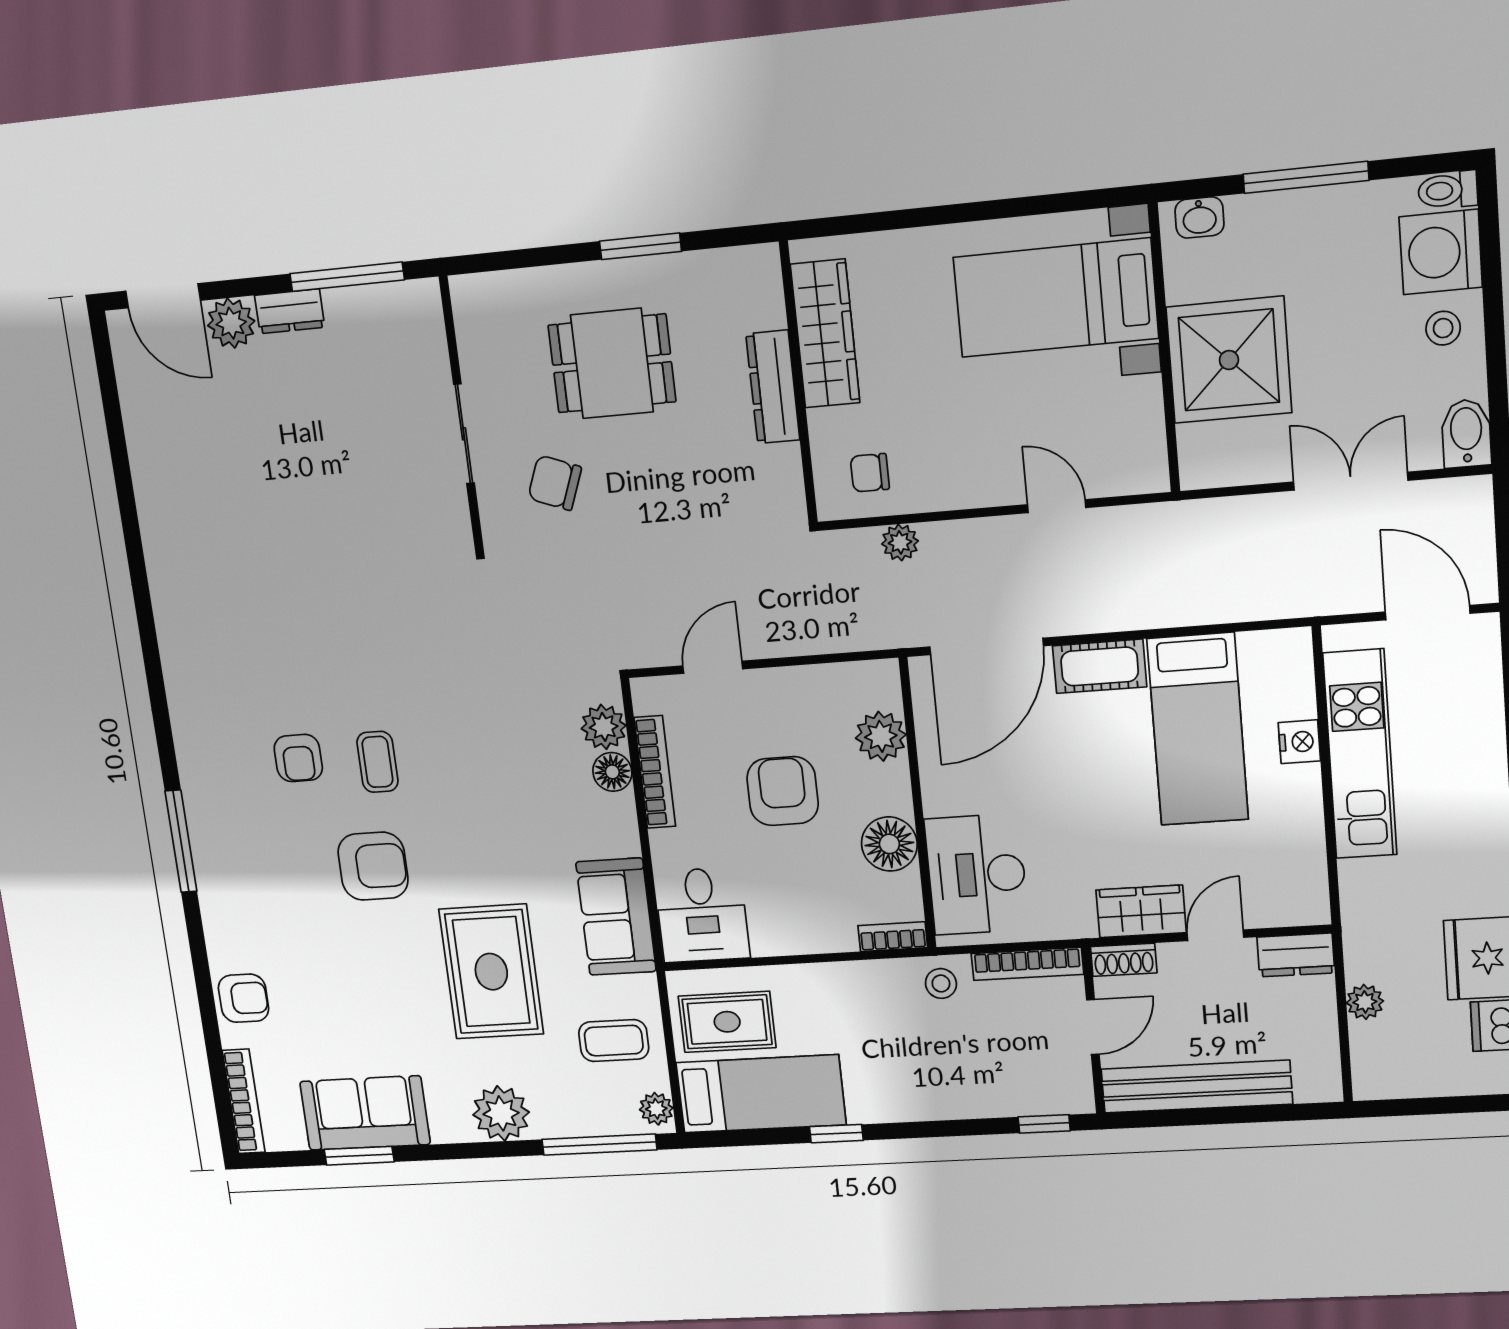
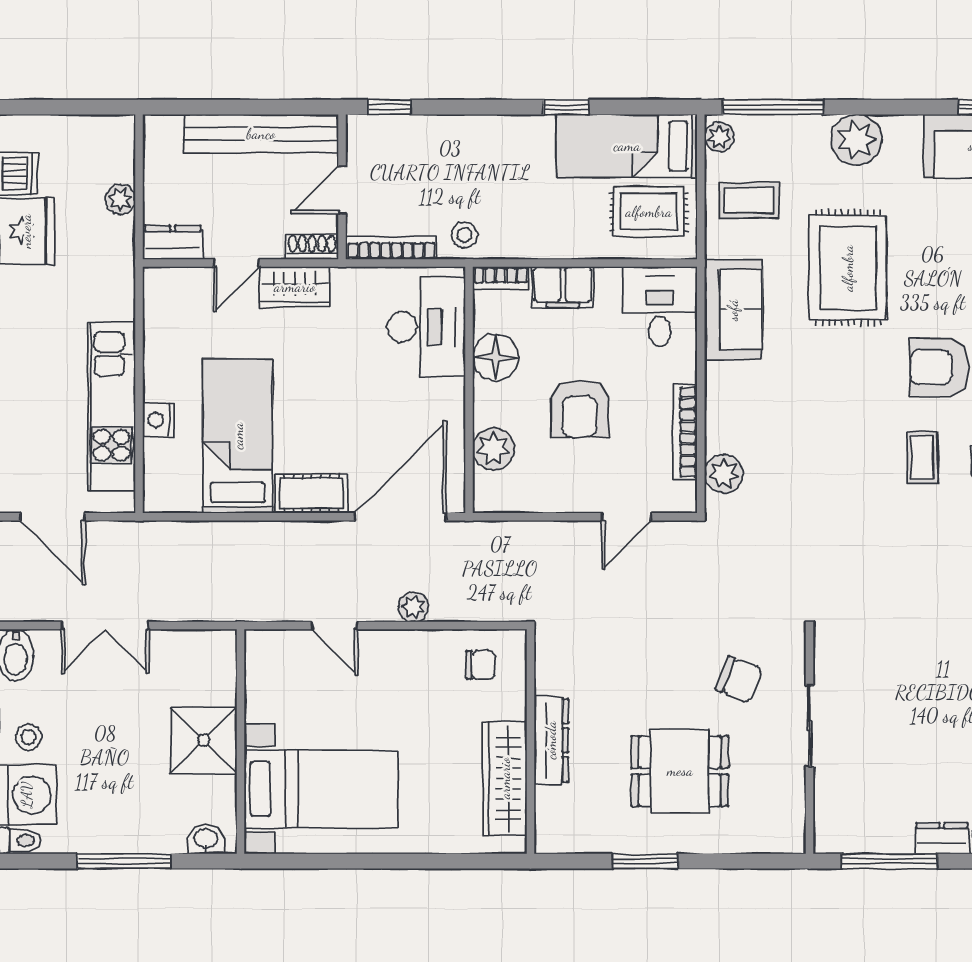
shower: (1229, 360) -> (204, 740), width x0.73, depth x0.73
plant: (900, 542) -> (413, 607), moved
floor lamp: (612, 772) -> (721, 435), removed
filing cabinet: (818, 930) -> (563, 287), added

